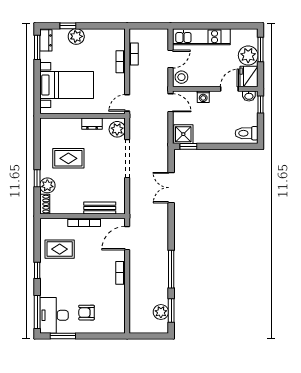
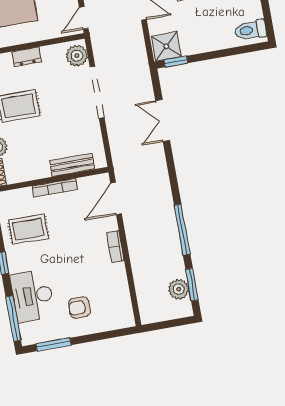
dresser: (92, 124) -> (27, 57), moved
desk: (54, 315) -> (32, 296), moved

